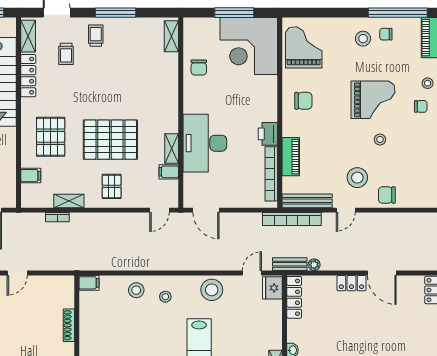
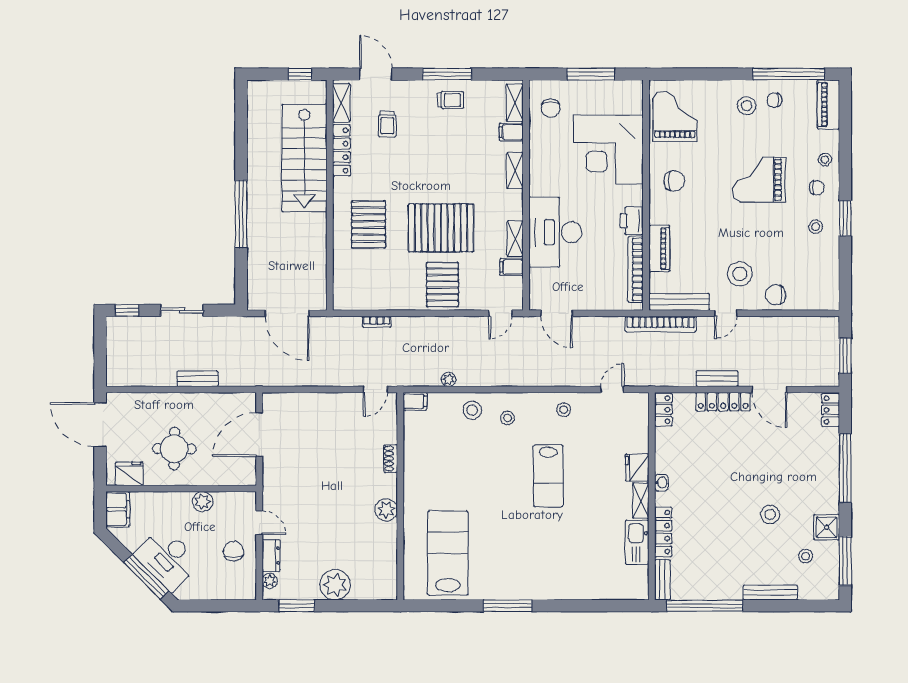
trolley: (96, 36) -> (451, 100), moved, turned 90
corner desk: (249, 46) -> (608, 150), moved
chair: (199, 67) -> (551, 108), moved
grand piano: (373, 100) -> (759, 180), turned 180
stool: (380, 139) -> (816, 227), moved
filing cabinet: (31, 176) -> (511, 132), moved, turned 180
pallet: (112, 186) -> (442, 285), width x1.50, depth x1.42
shelving: (69, 201) -> (515, 170), moved, turned 90
bench: (290, 264) -> (717, 379), moved
plant: (314, 265) -> (449, 379), moved
door: (17, 273) -> (375, 389), moved
locker: (352, 283) -> (723, 402), width x1.53
fridge: (272, 288) -> (637, 468), moved
stool: (212, 290) -> (564, 410), width x0.53, depth x0.53
locker: (294, 297) -> (663, 410), width x0.66
shoe rack: (69, 325) -> (391, 459), width x0.70

